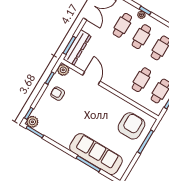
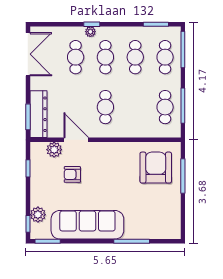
plant: (63, 70) -> (54, 150), moved
cafe table: (141, 80) -> (105, 107), moved
armchair: (58, 94) -> (72, 174), moved
plant: (32, 122) -> (38, 215), moved
sofa: (96, 154) -> (87, 225), moved

